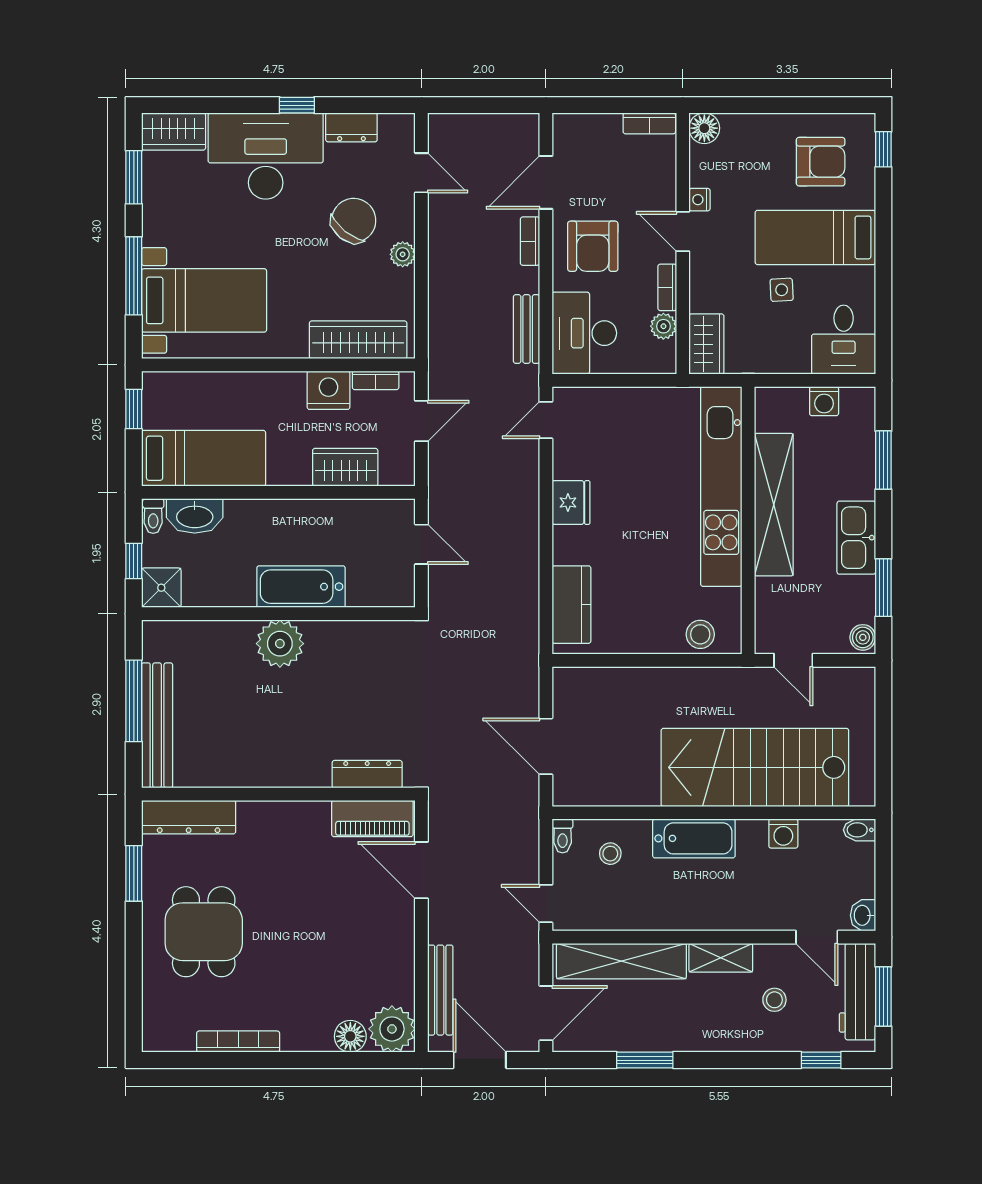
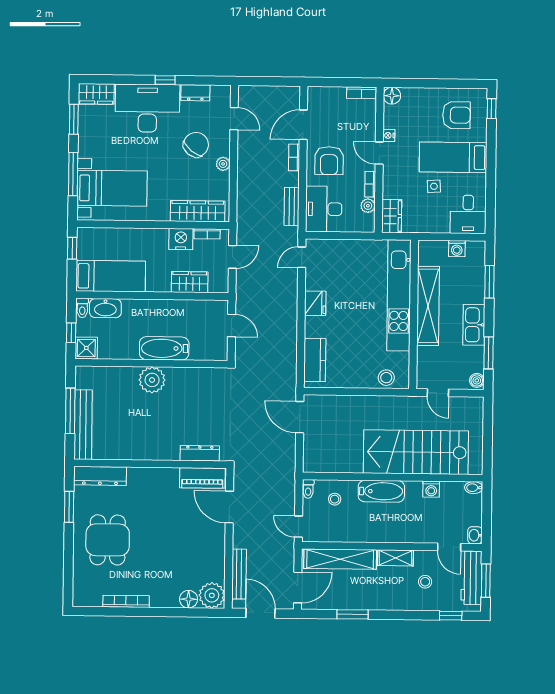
door: (546, 746) -> (300, 417), moved

